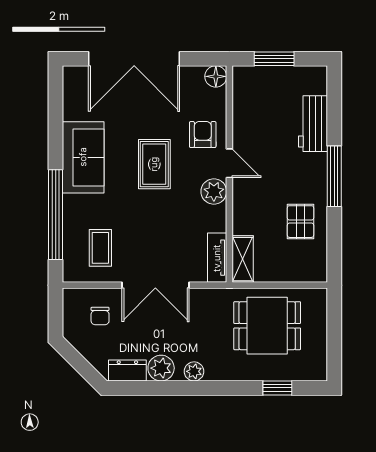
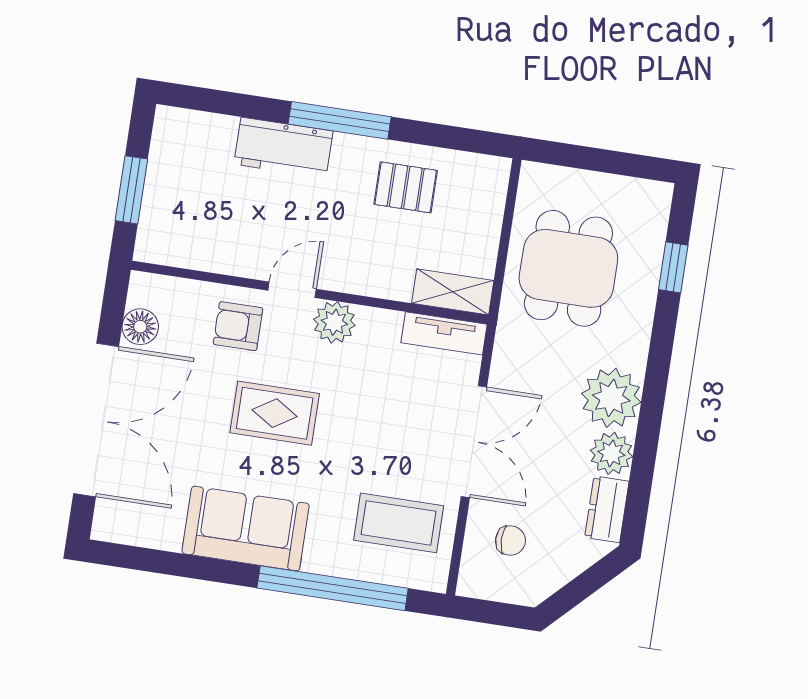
floor lamp: (216, 76) -> (140, 327), moved
workbench: (313, 124) -> (283, 148), moved
coffee table: (100, 248) -> (399, 523), width x1.36, depth x1.30
plant: (194, 371) -> (611, 398), width x1.88, depth x1.88

